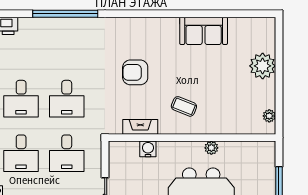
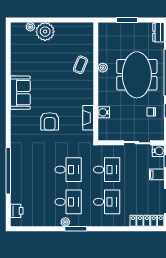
sofa: (204, 31) -> (20, 93), moved
coffee table: (184, 106) -> (80, 65), moved
plant: (269, 116) -> (30, 27), moved

